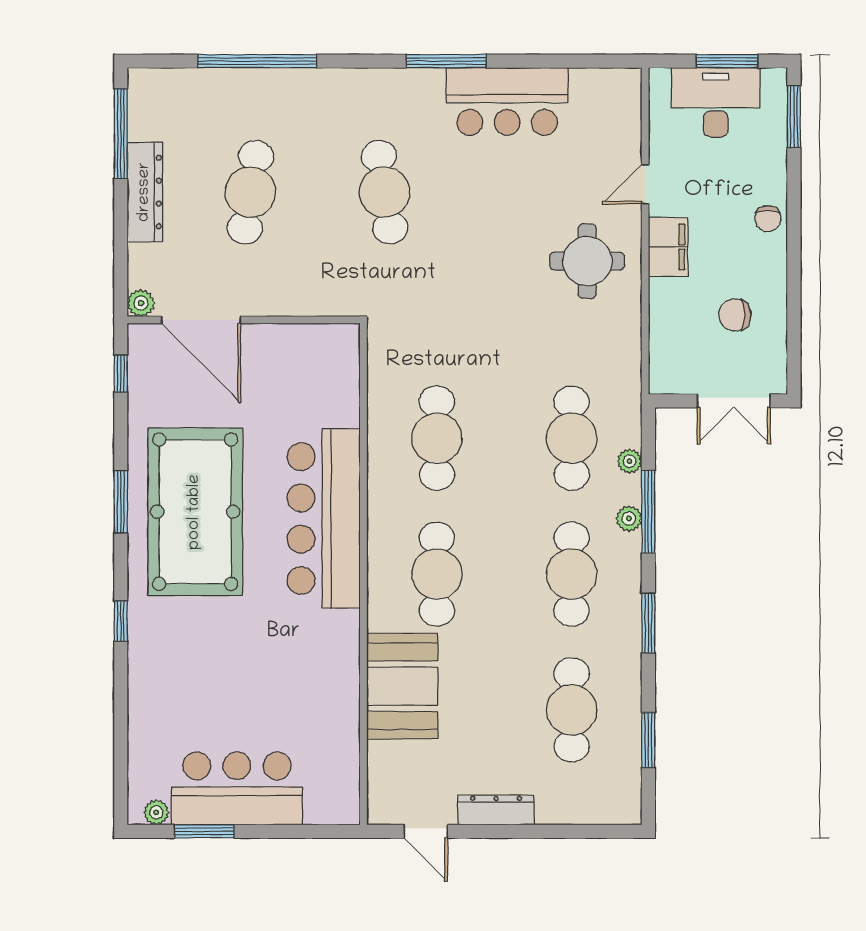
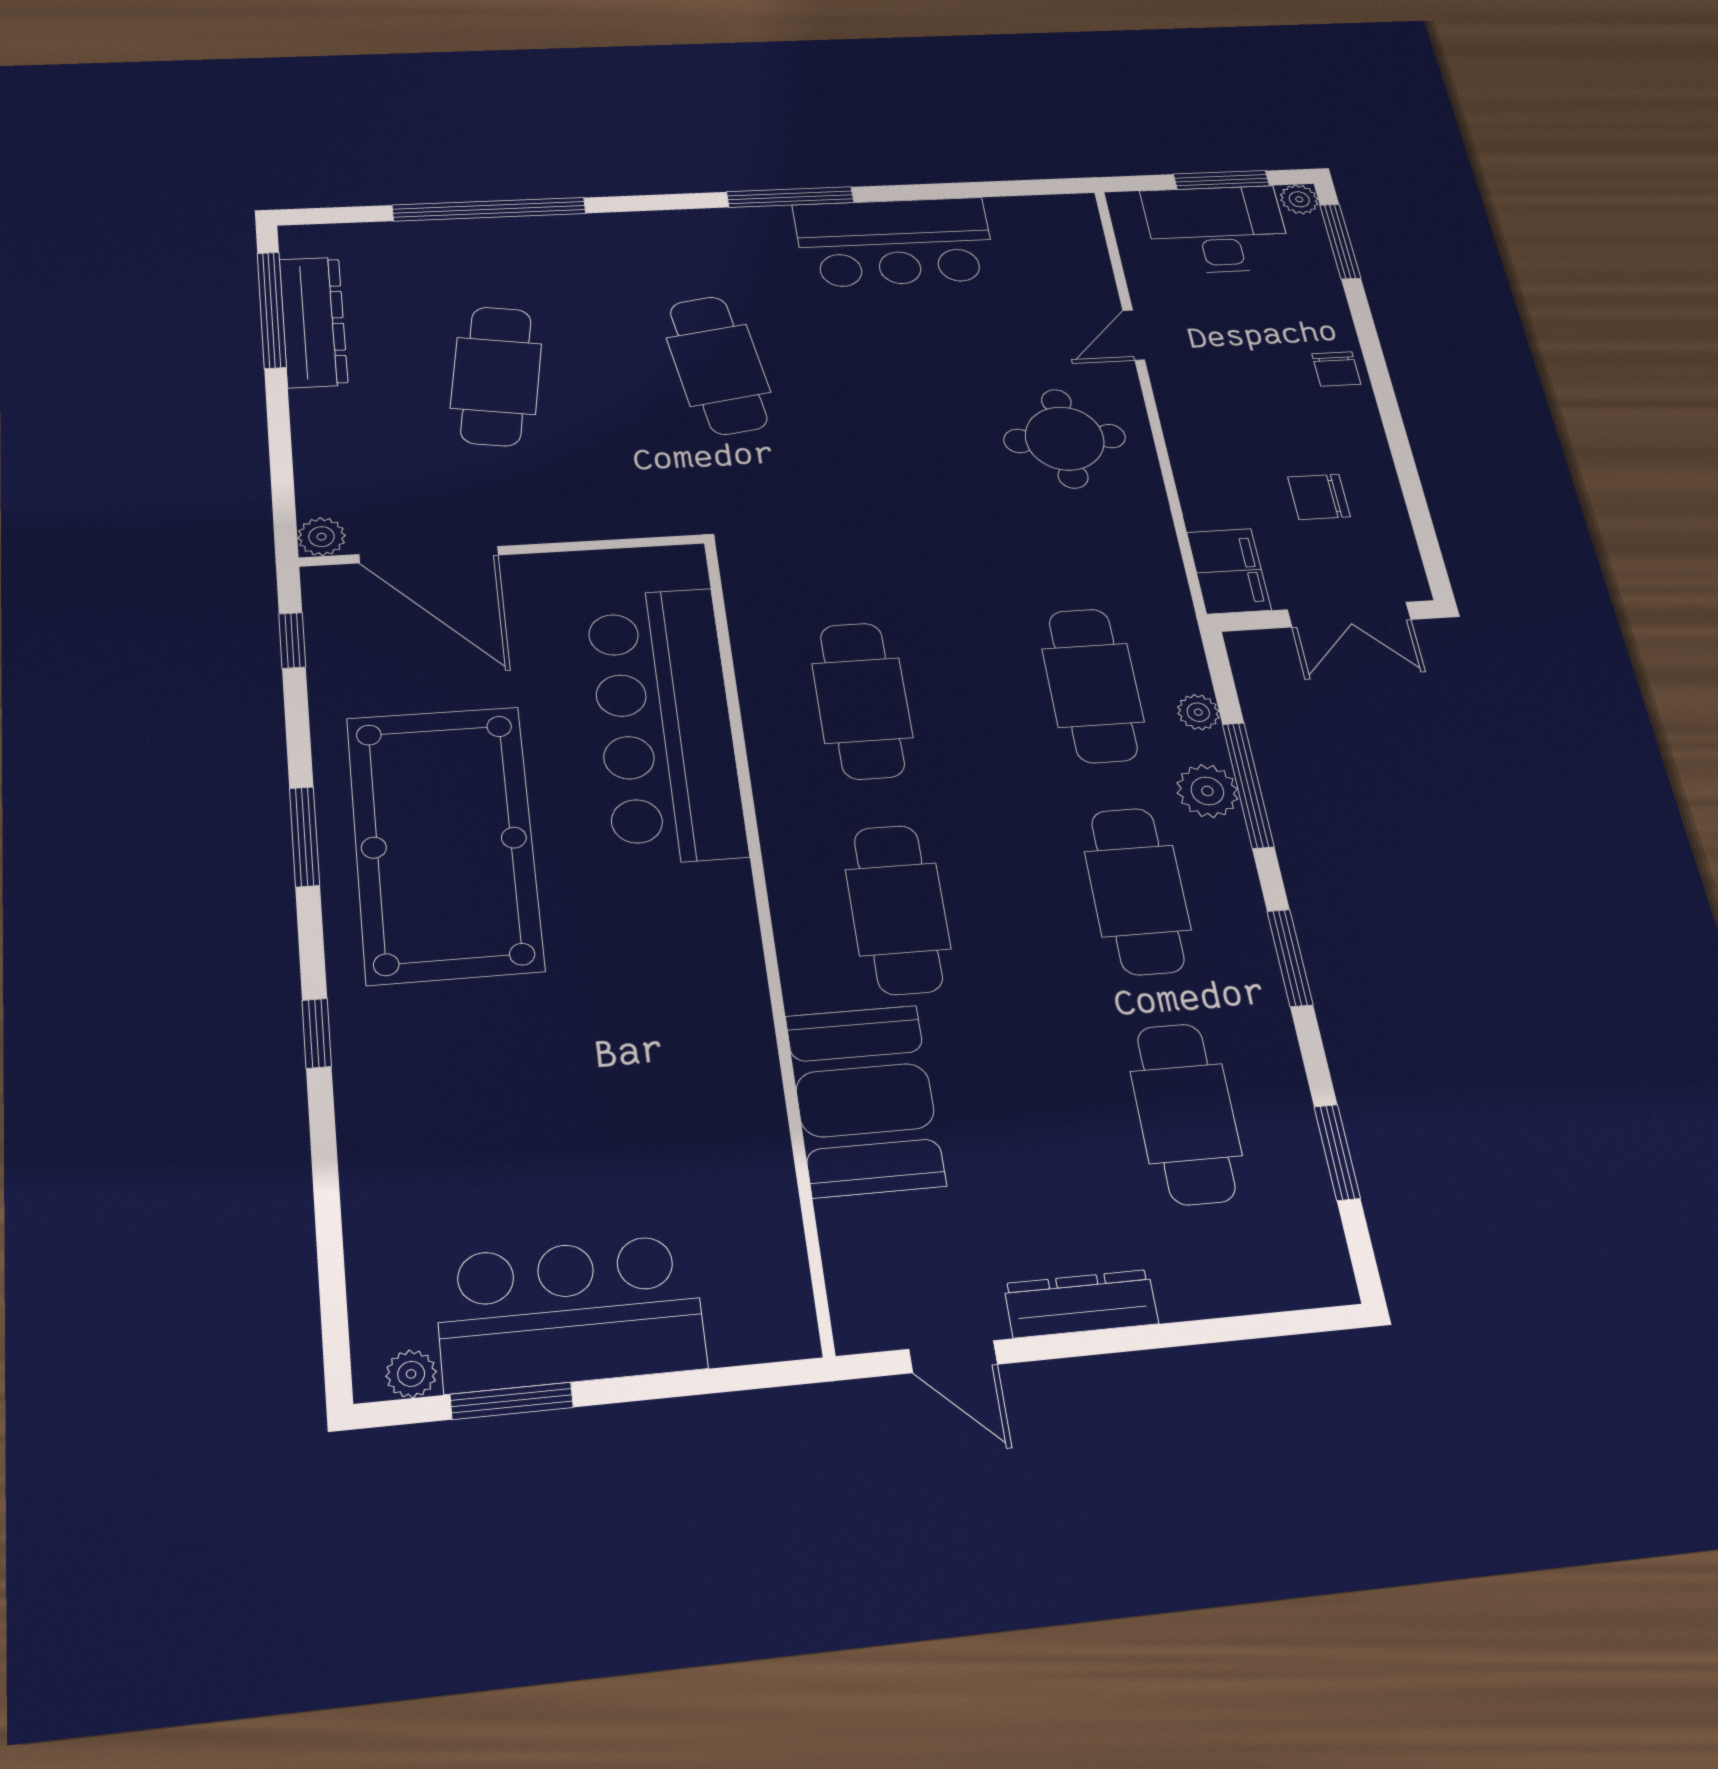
plant: (775, 80) -> (1299, 199), added
dresser: (145, 192) -> (313, 322), moved
filing cabinet: (668, 247) -> (1229, 571), moved
plant: (629, 518) -> (1207, 791), width x1.38, depth x1.38
bar counter: (324, 519) -> (665, 724), moved

